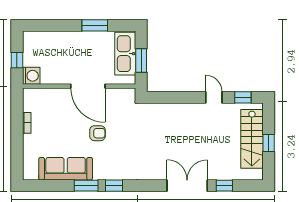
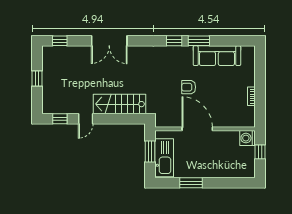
door: (214, 97) -> (86, 119), hinge flipped
stairs: (252, 139) -> (120, 104), moved, turned -90
window: (224, 186) -> (60, 41), moved

